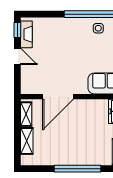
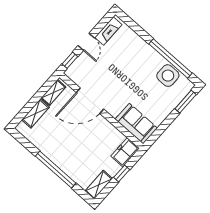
side table: (98, 28) -> (168, 76), width x1.87, depth x1.87
window: (17, 30) -> (70, 60), moved

